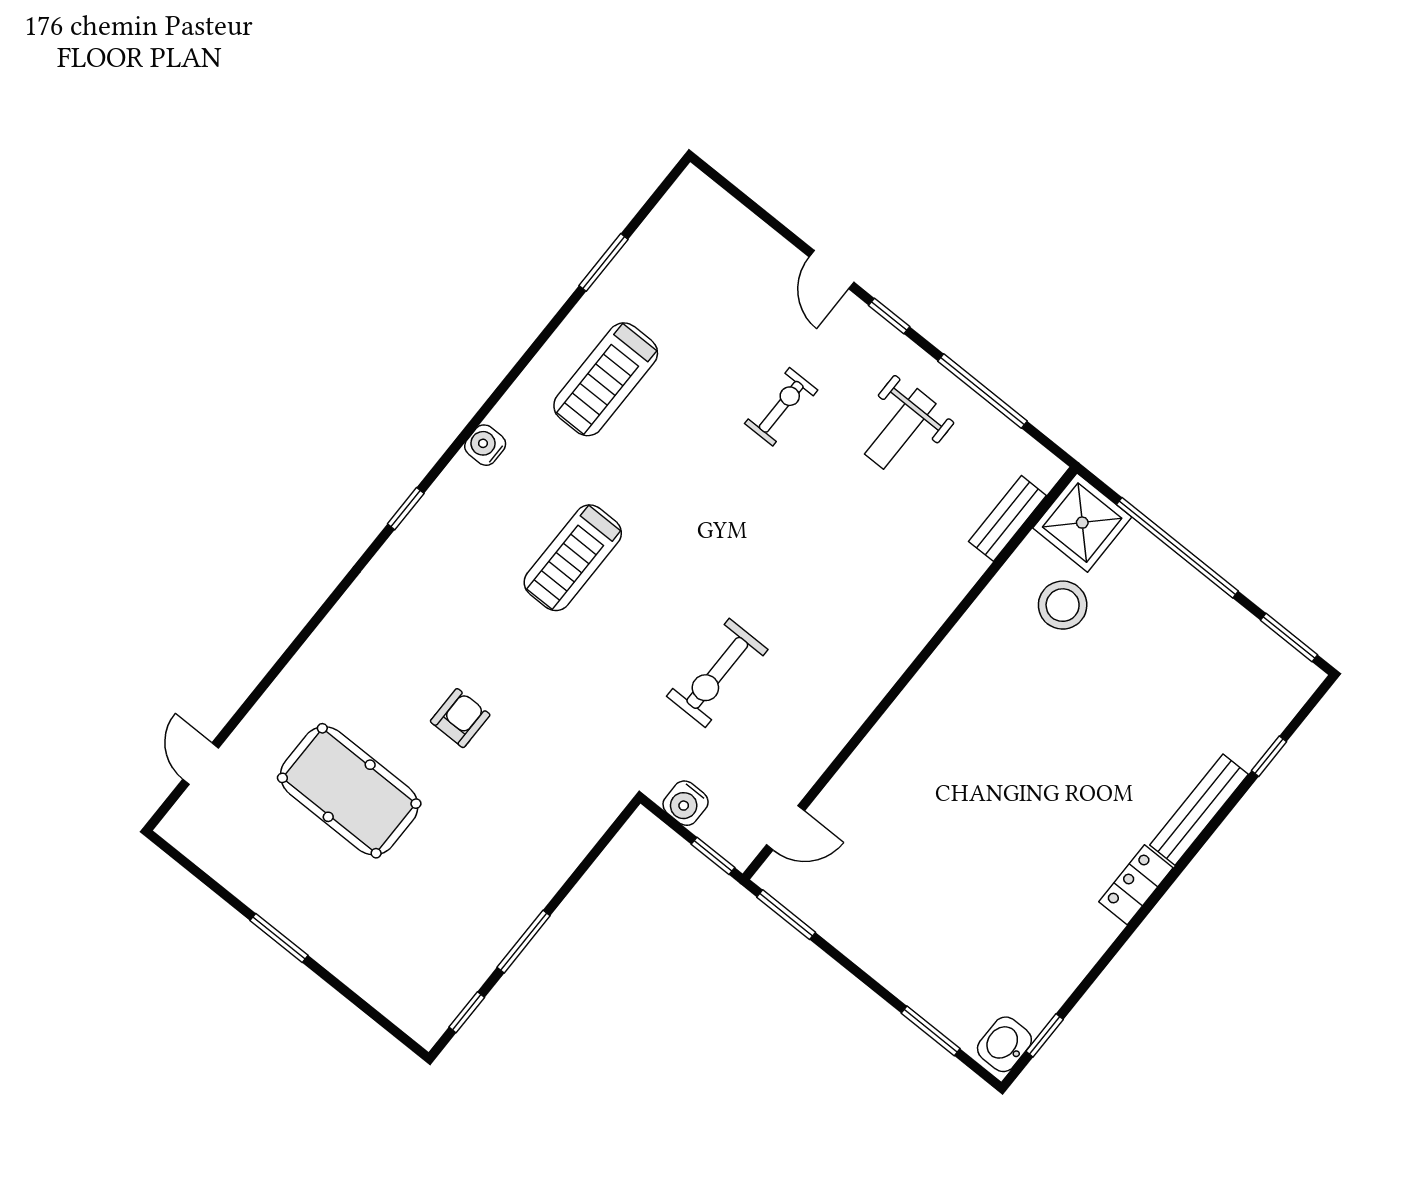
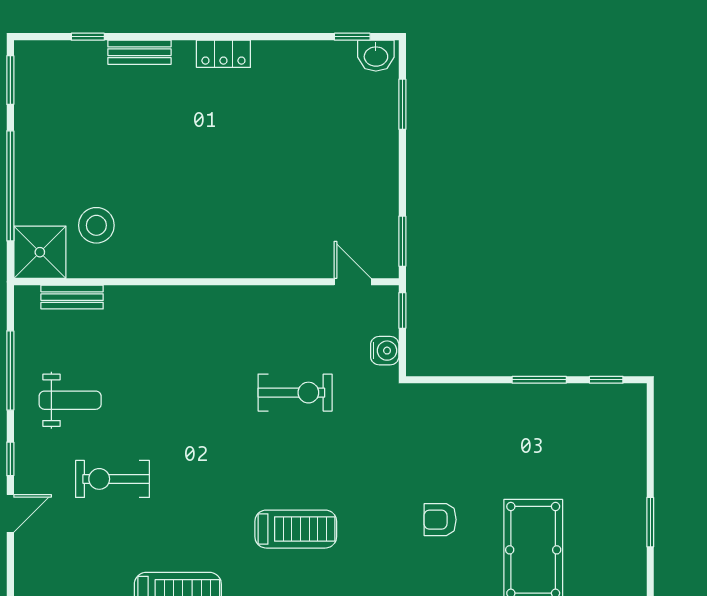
exercise bike: (781, 407) -> (112, 479), width x1.38, depth x1.39
bench: (1199, 810) -> (139, 52), width x0.73

